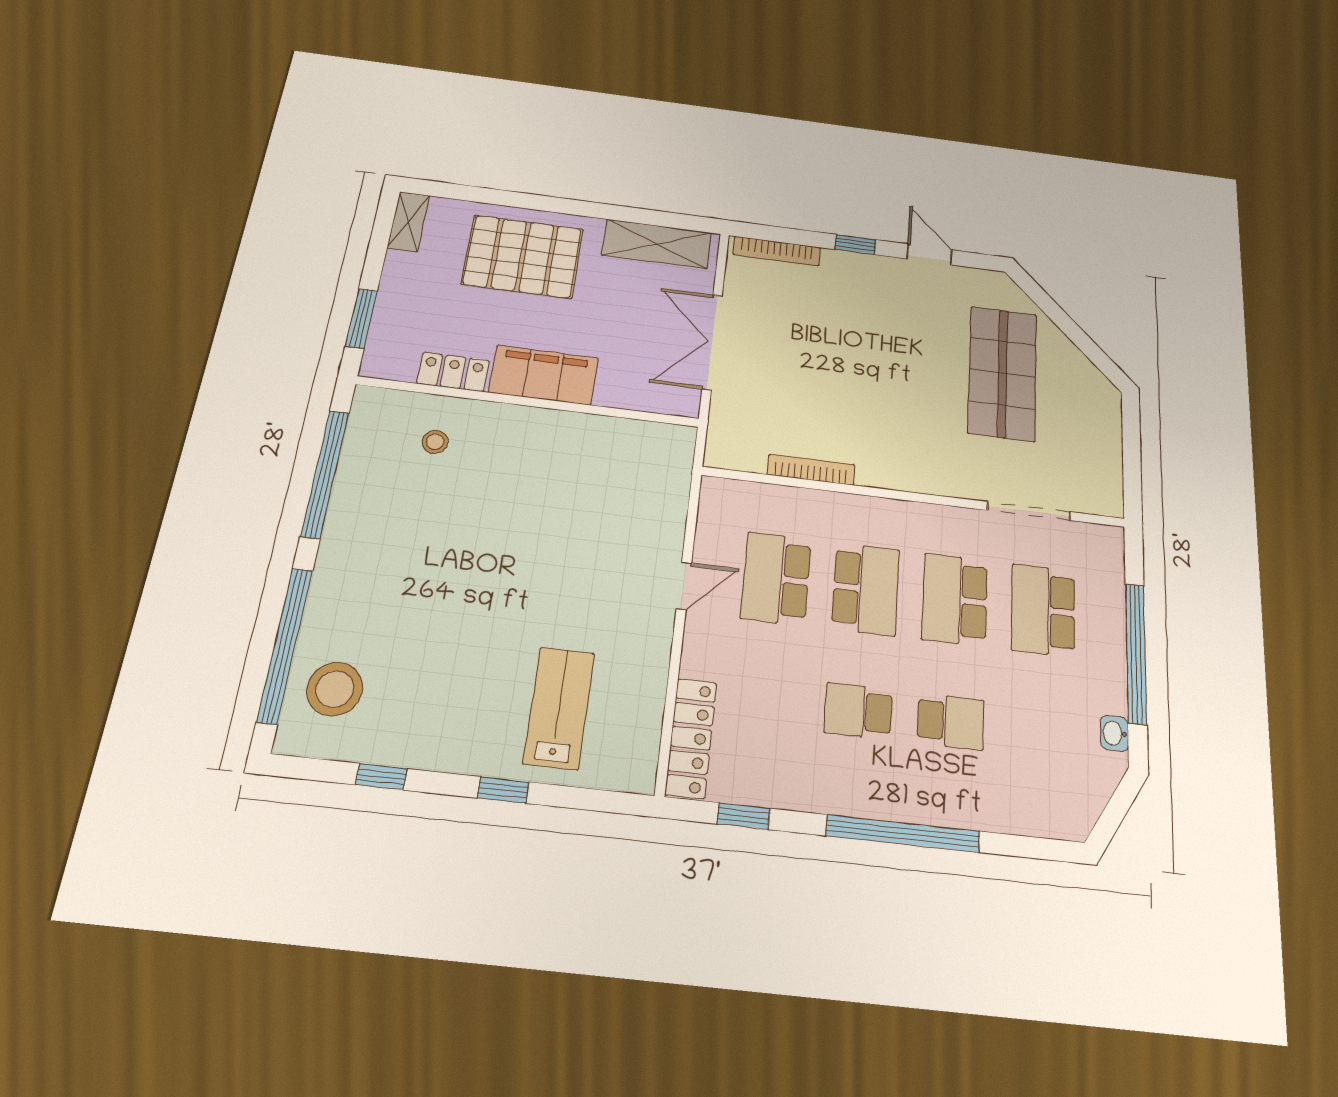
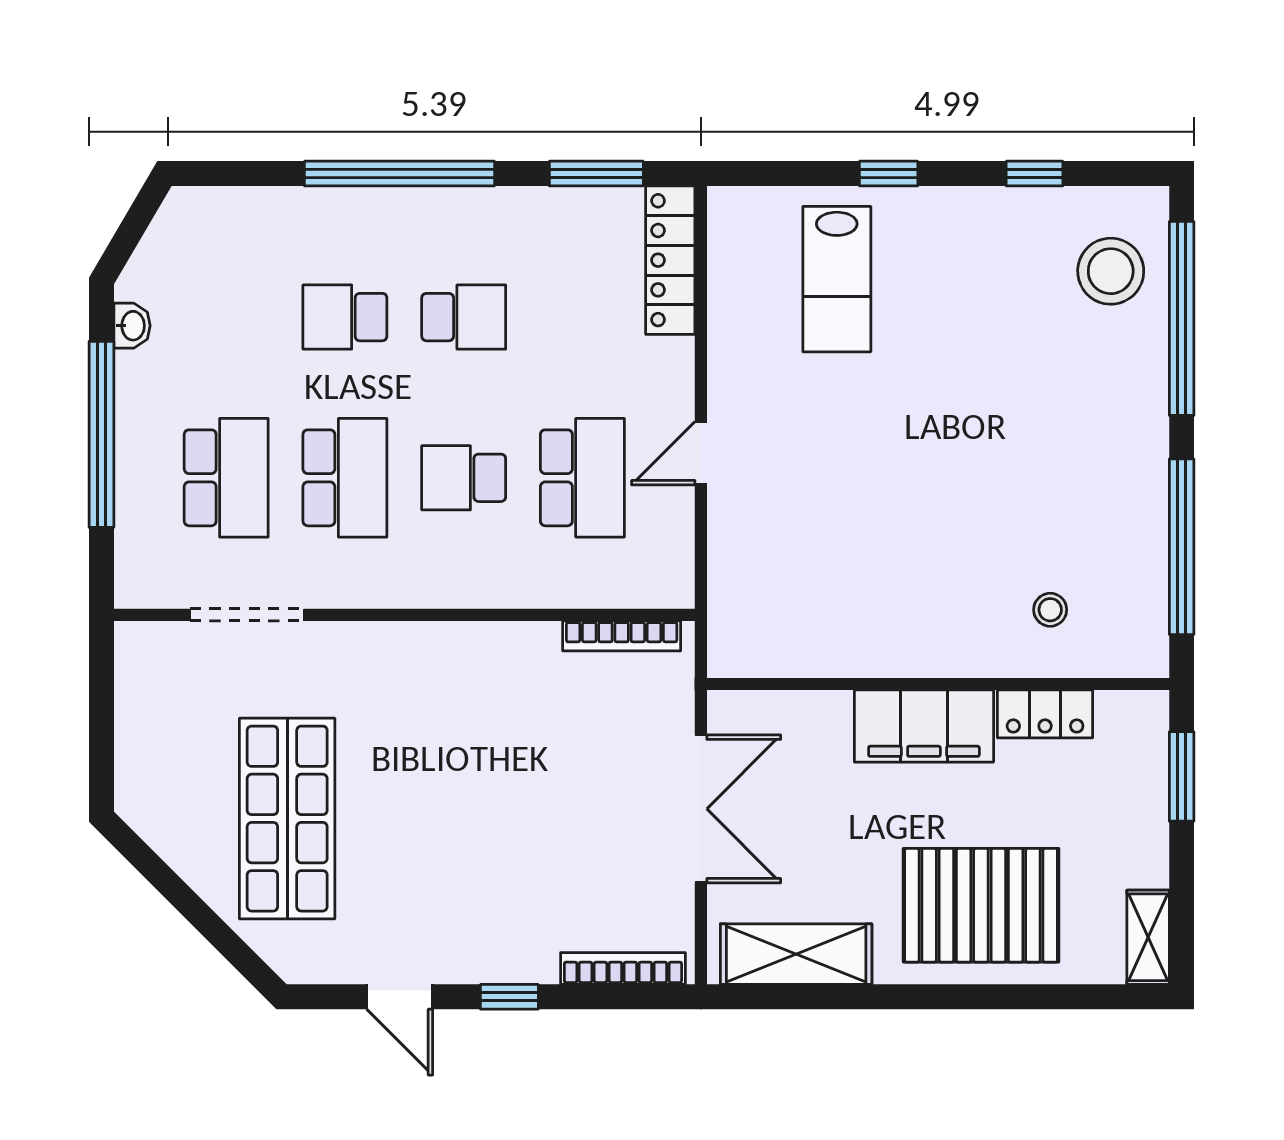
bookcase: (811, 470) -> (622, 636), moved
school desk: (866, 589) -> (464, 478), width x0.54
window: (744, 816) -> (596, 174), width x1.50

